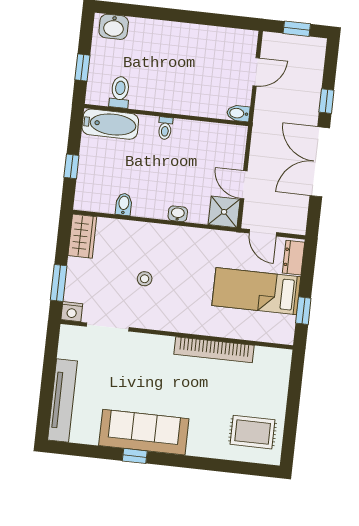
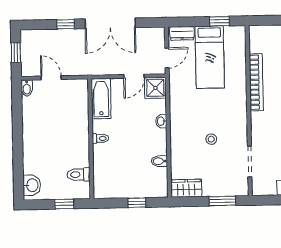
bidet: (238, 113) -> (27, 88), moved
bathtub: (110, 124) -> (101, 99), moved
nightstand: (72, 312) -> (242, 189), removed

